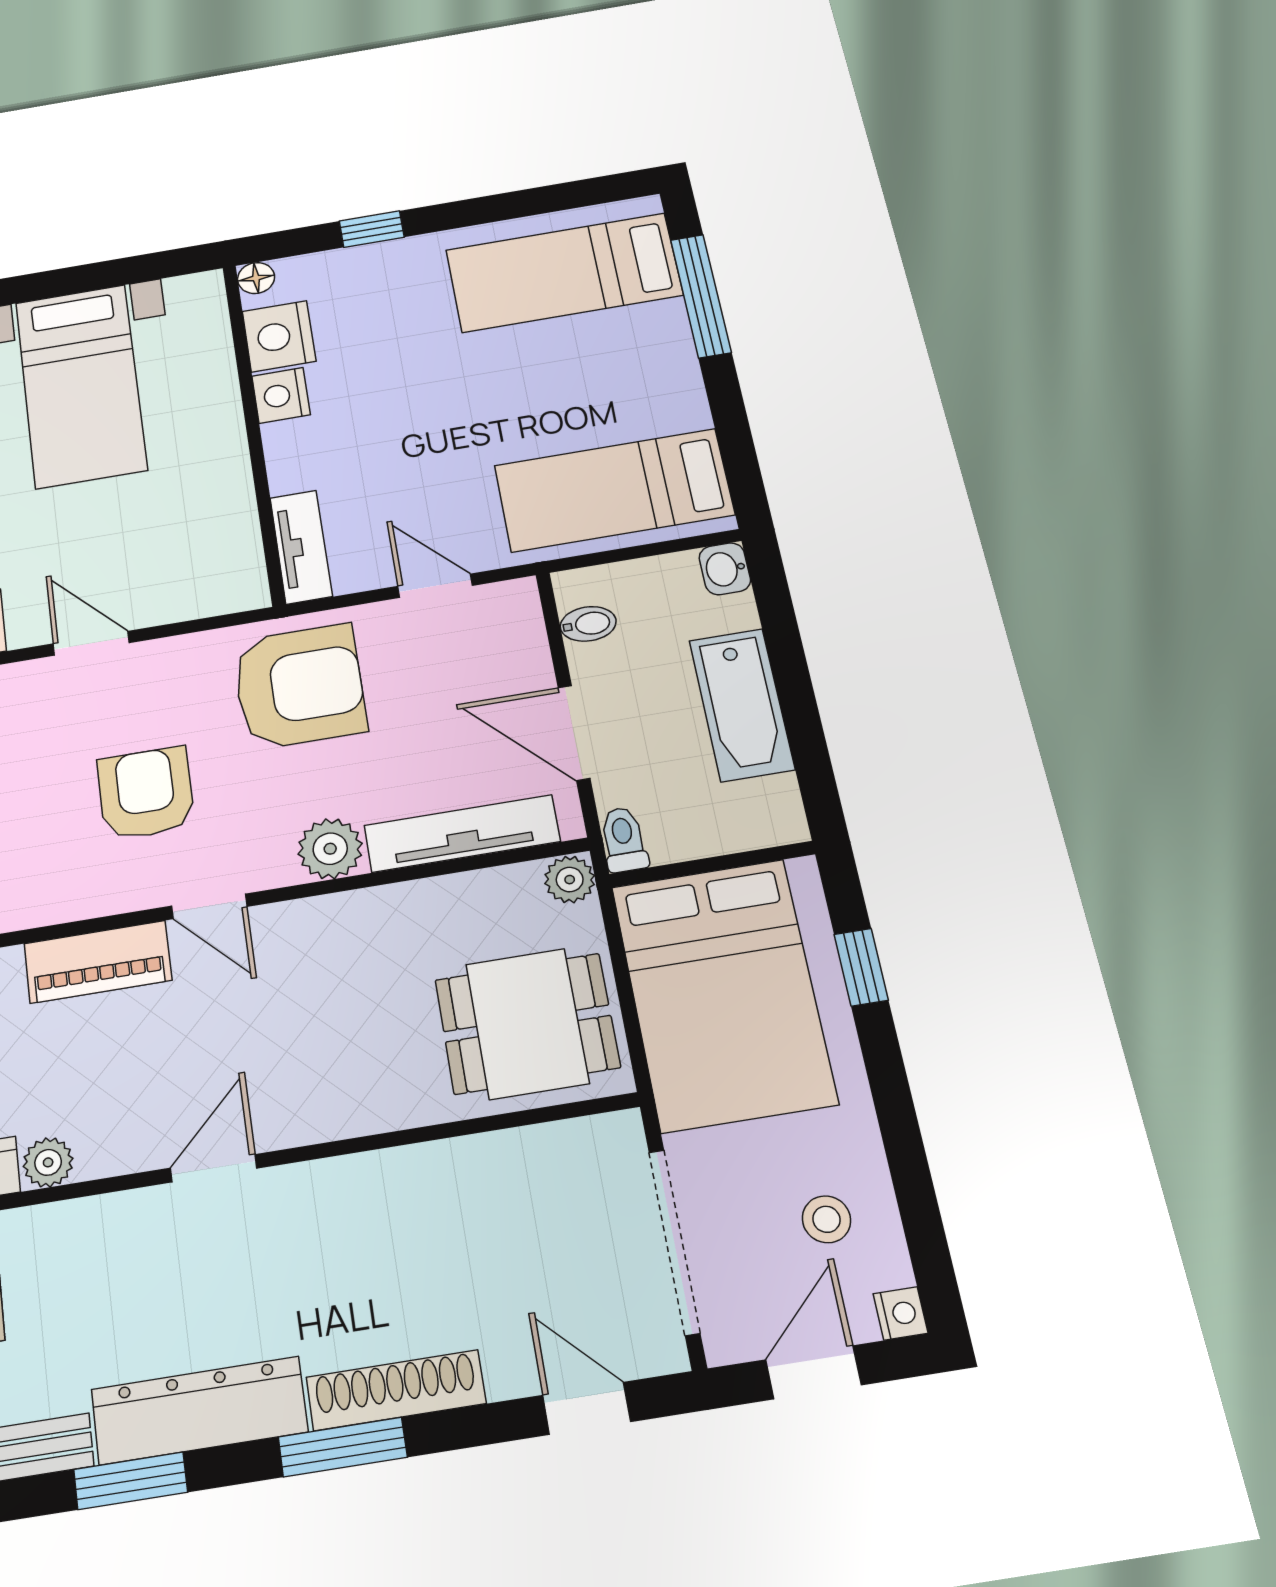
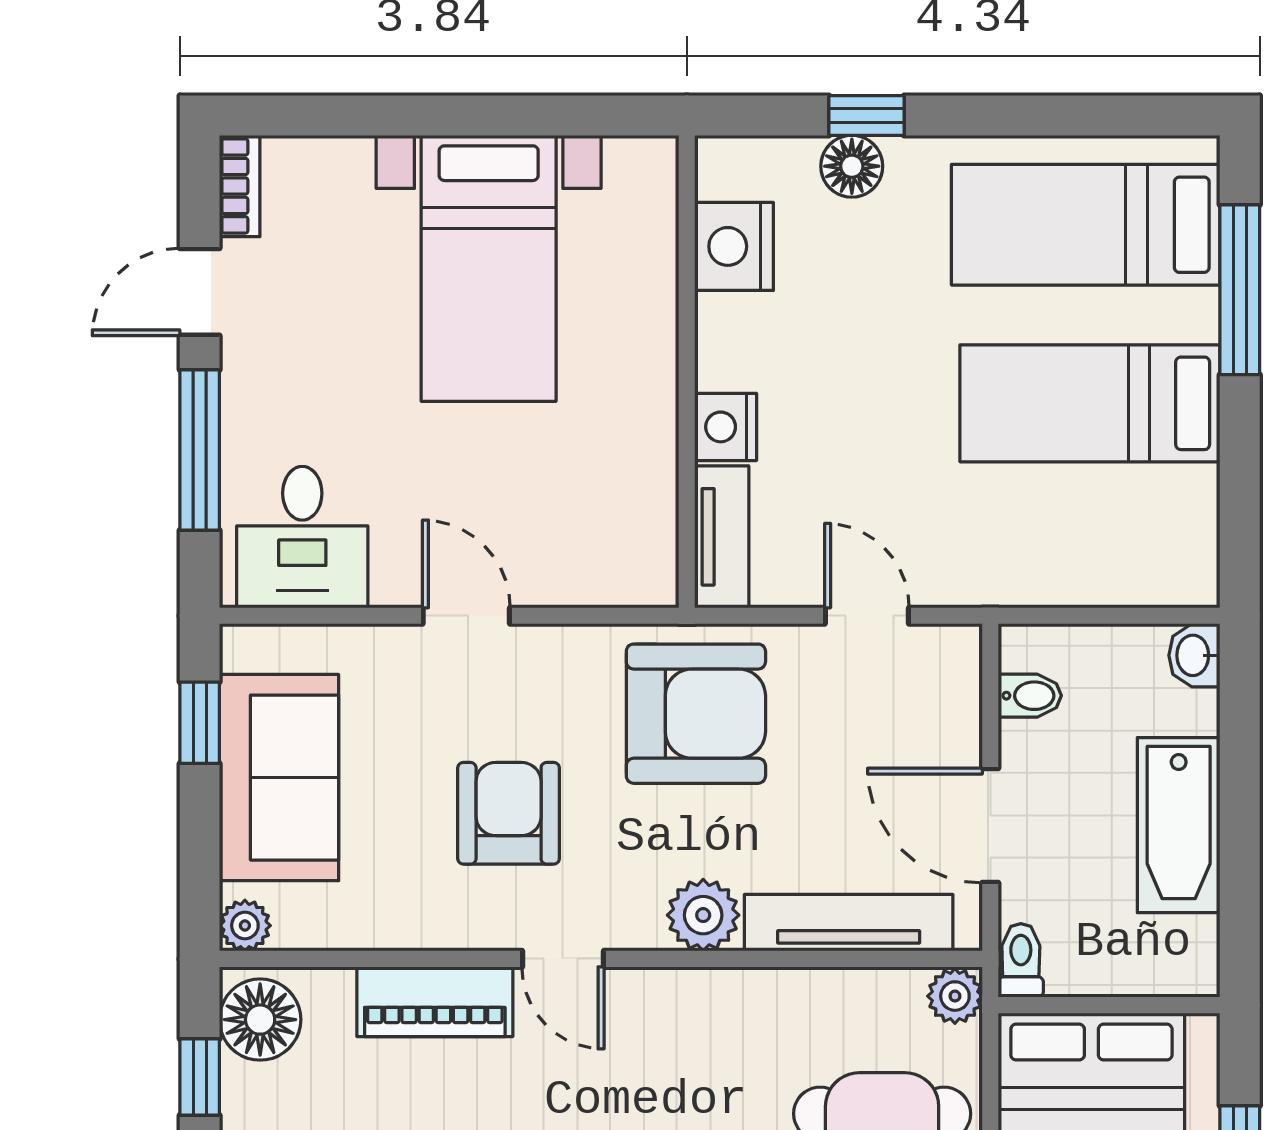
floor lamp: (256, 278) -> (852, 166), moved, width x1.37, depth x1.37
nightstand: (281, 395) -> (726, 427), moved
bed: (614, 490) -> (1090, 403), moved

